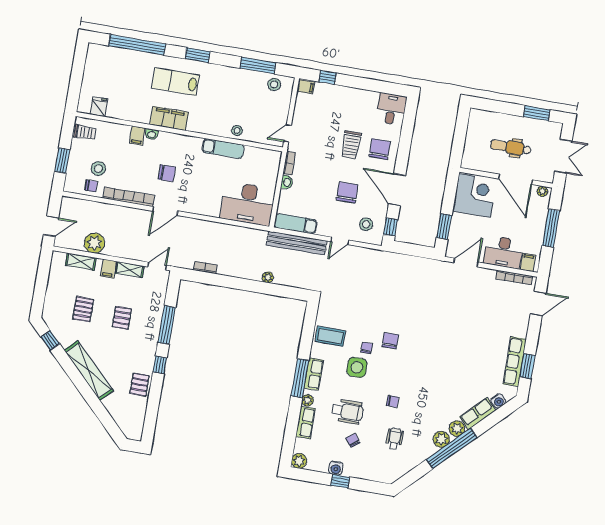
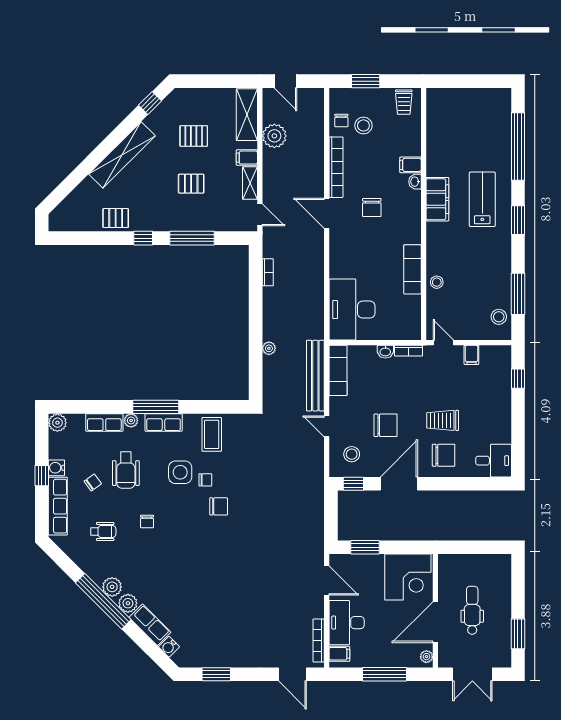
filing cabinet: (306, 87) -> (471, 355), moved
fridge: (99, 107) -> (437, 114), removed
shelving: (81, 262) -> (247, 115), width x1.50, depth x1.33
row of seats: (515, 362) -> (58, 506), moved, turned 90

